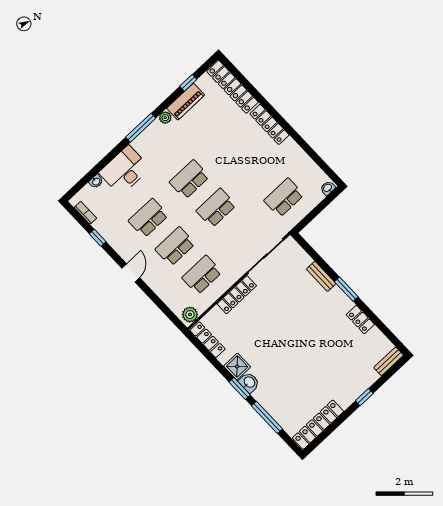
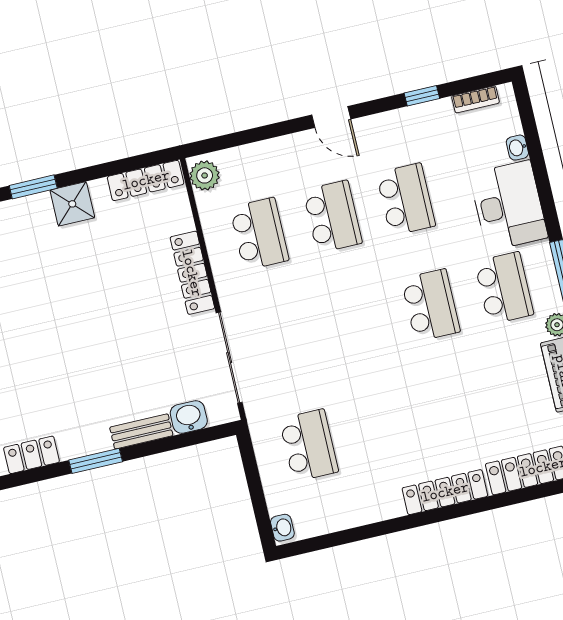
school desk: (216, 208) -> (504, 288), moved
washbasin: (249, 382) -> (189, 417), moved, turned 180

